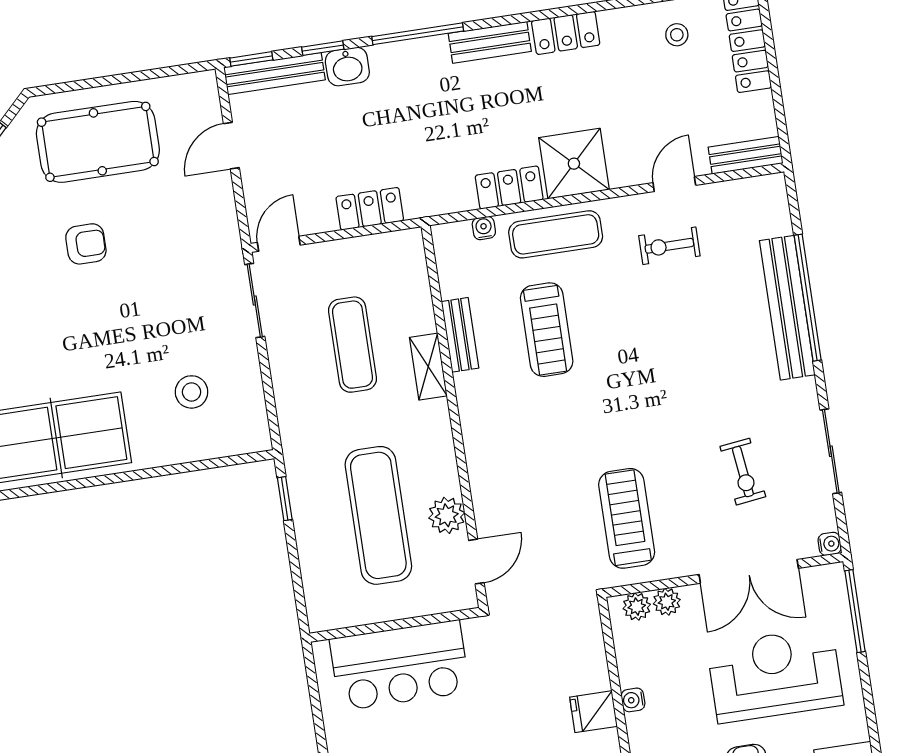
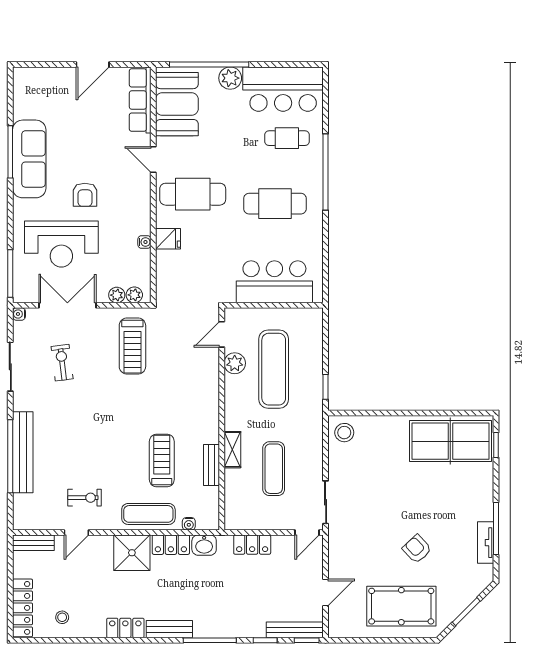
washbasin: (347, 67) -> (204, 545), moved, turned 180
armchair: (86, 244) -> (417, 549), turned 47
stool: (192, 392) -> (344, 433), moved

